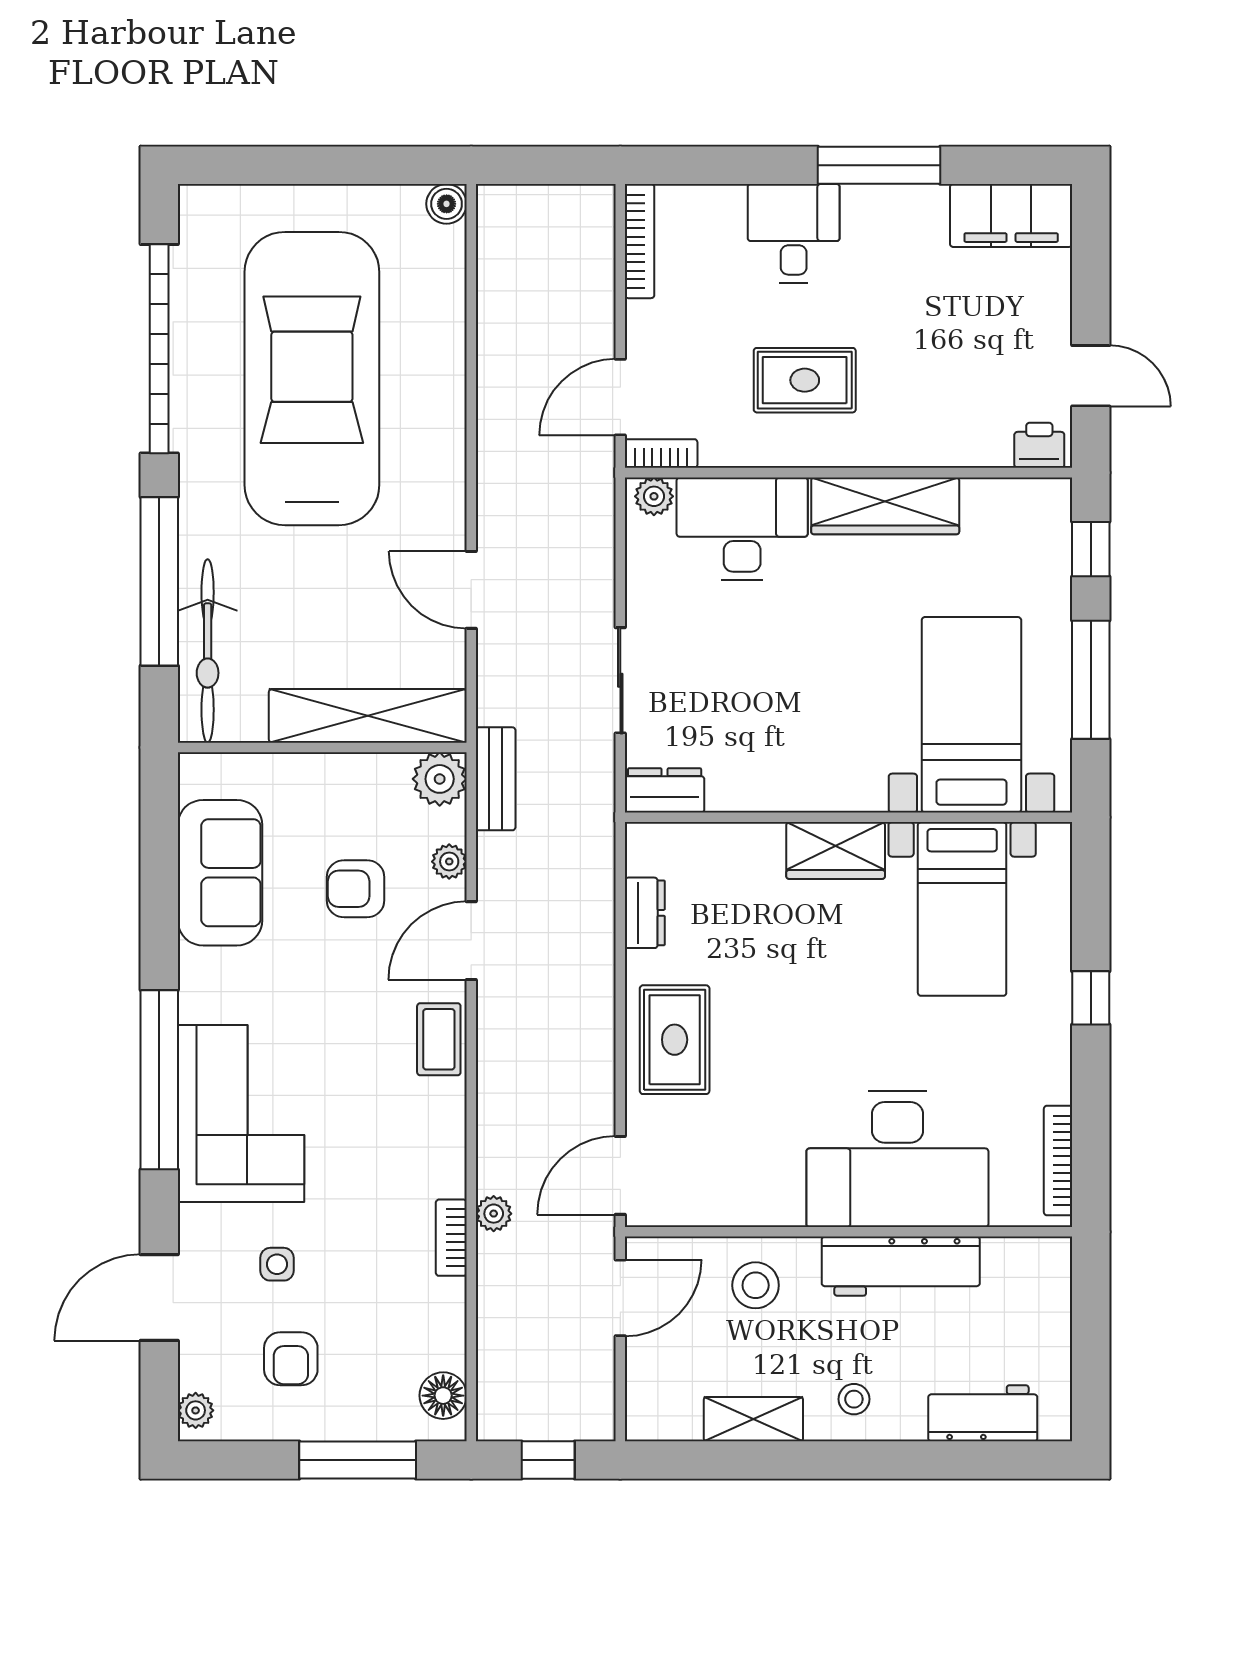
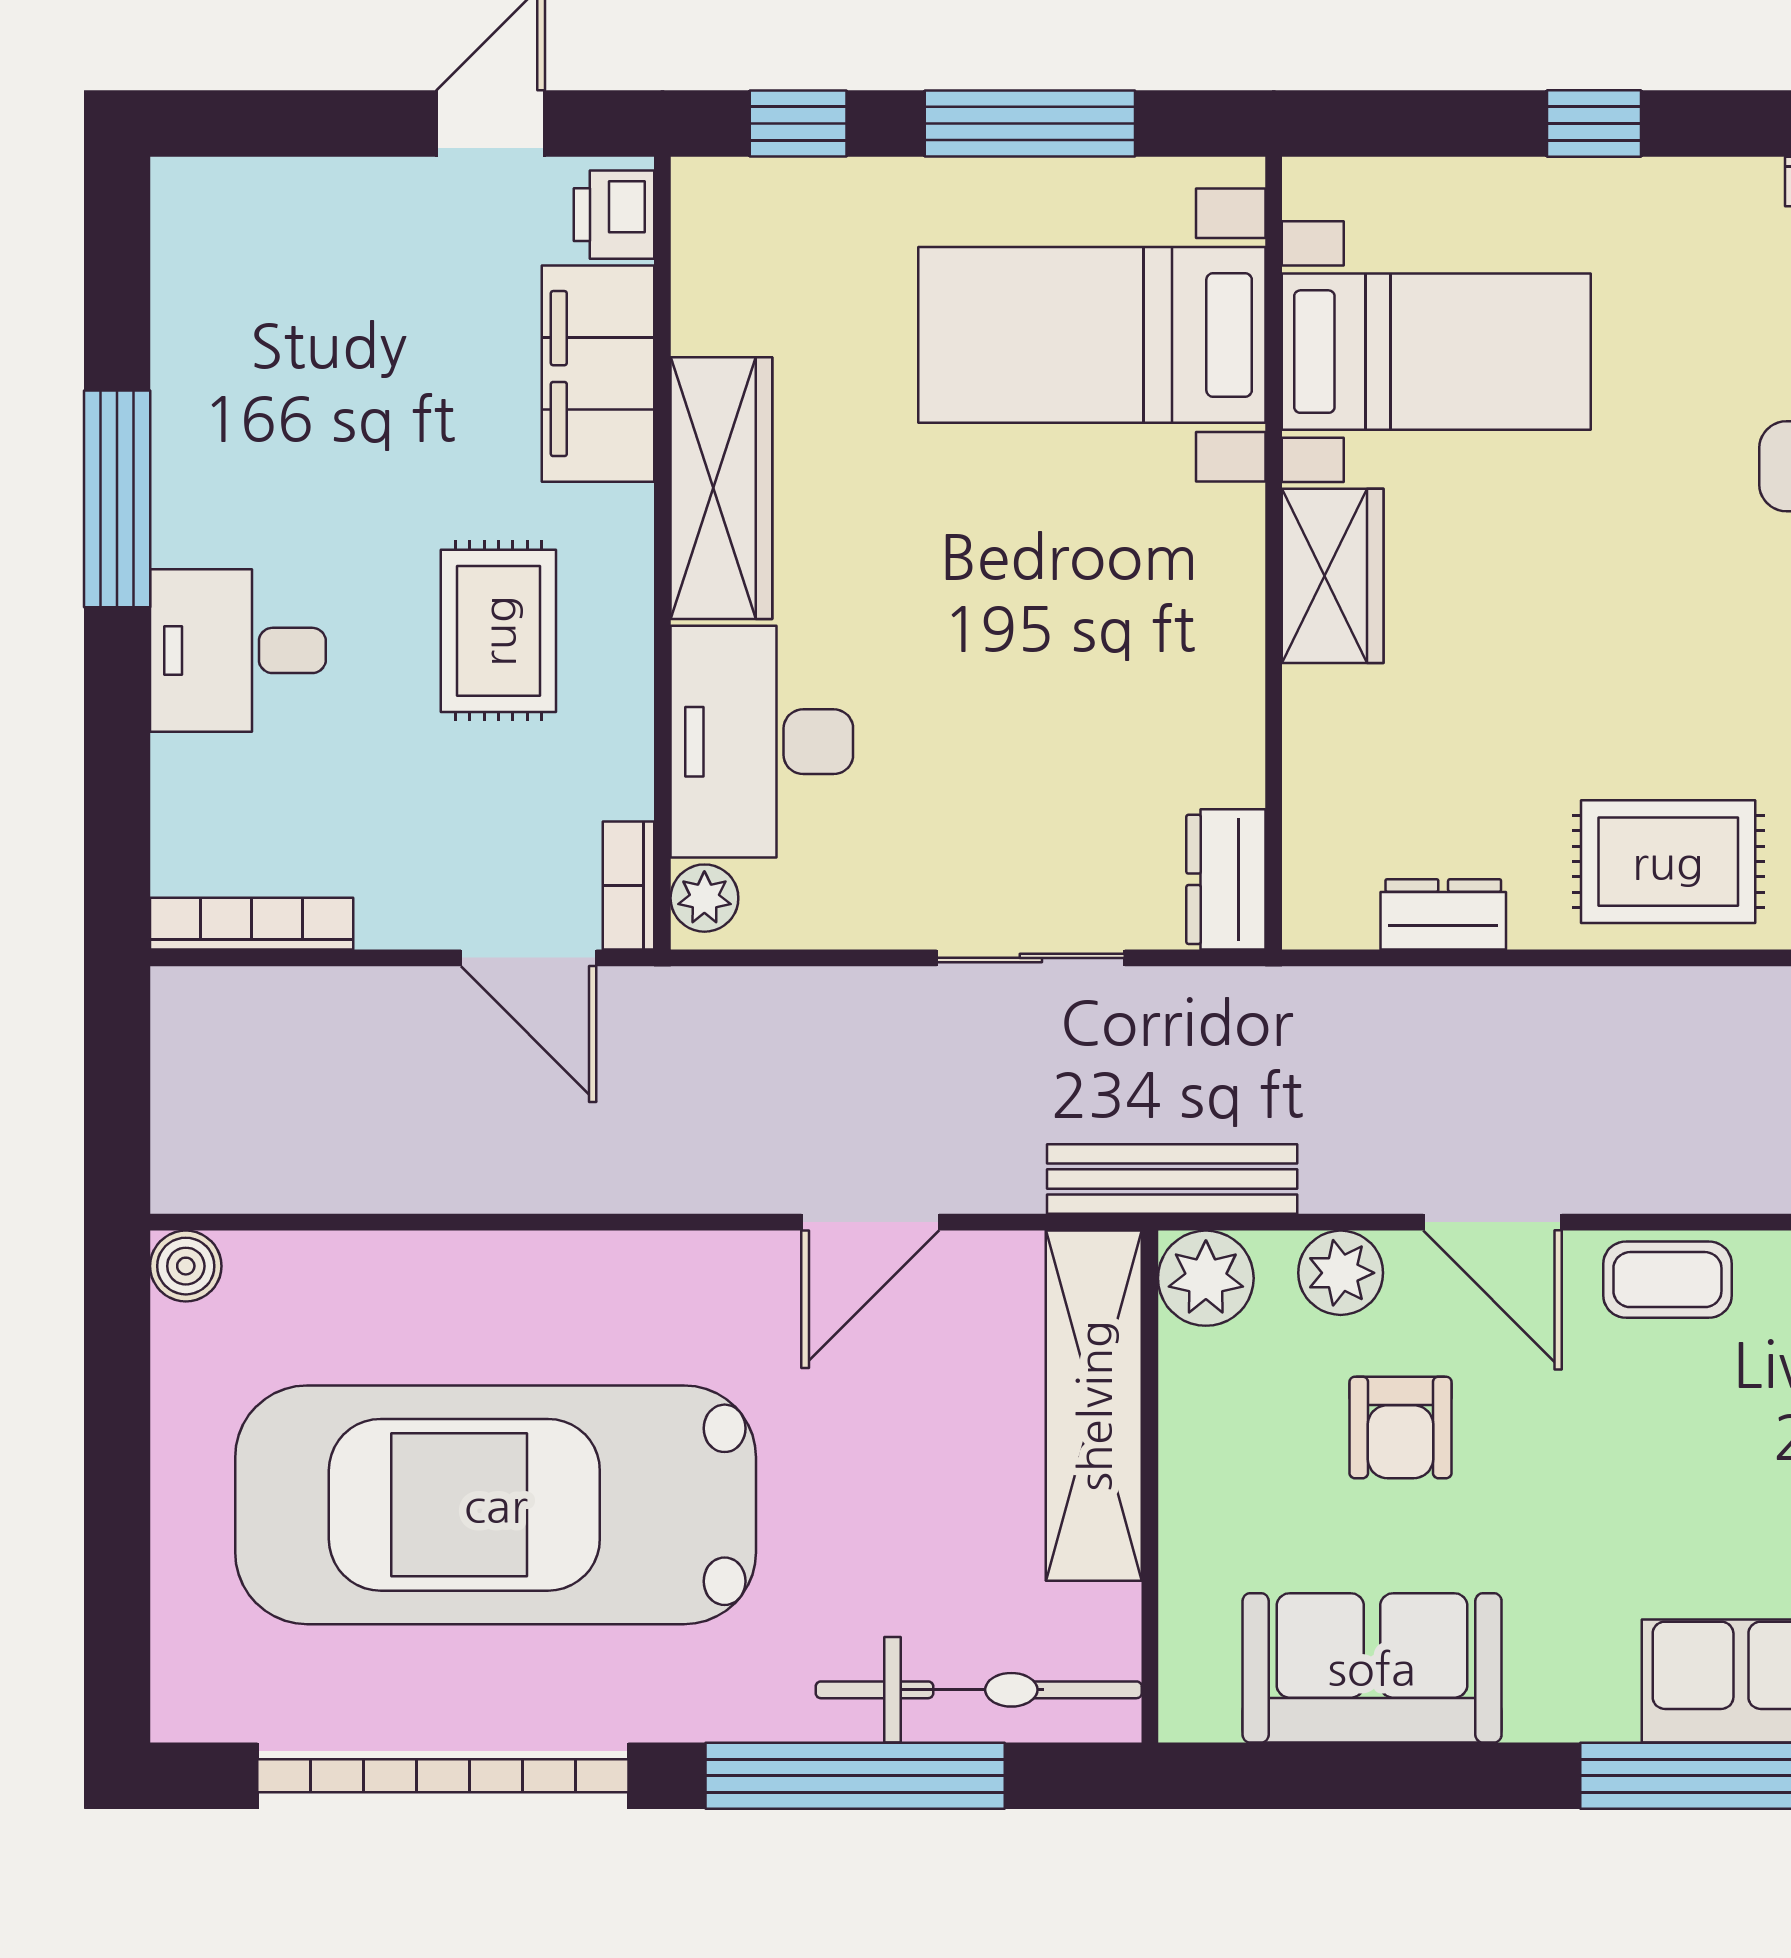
filing cabinet: (1011, 215) -> (598, 374), moved, turned 180
bench: (496, 779) -> (1172, 1179), width x1.36
plant: (449, 862) -> (1341, 1273), width x1.38, depth x1.38

